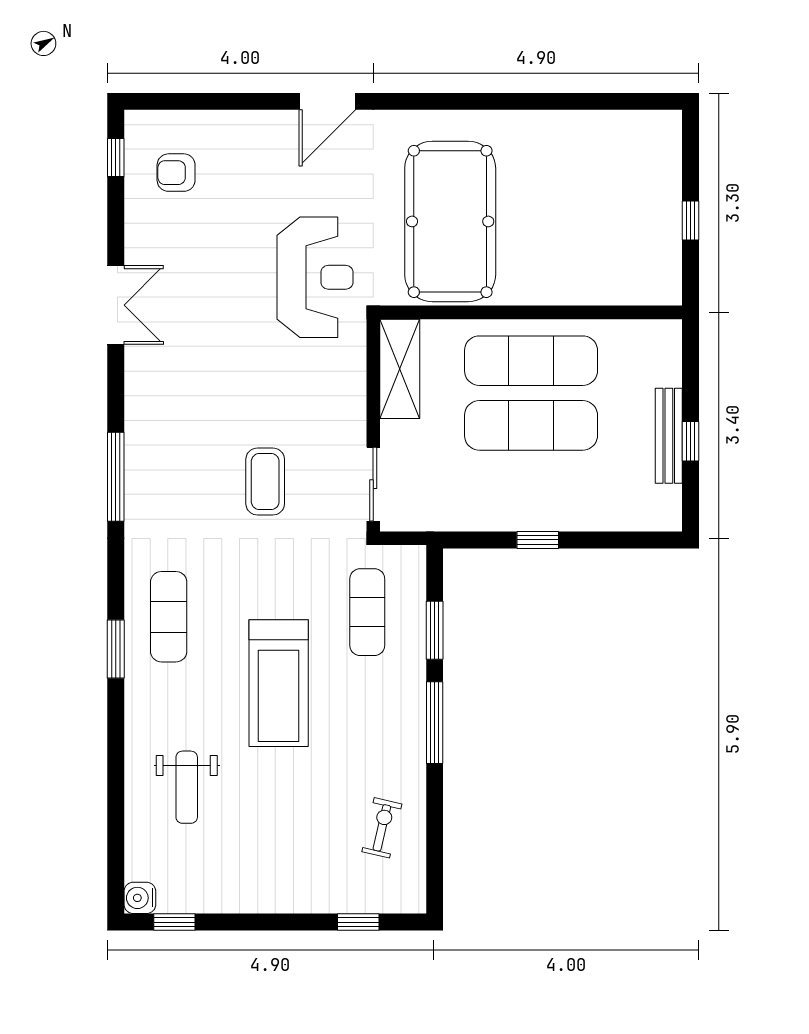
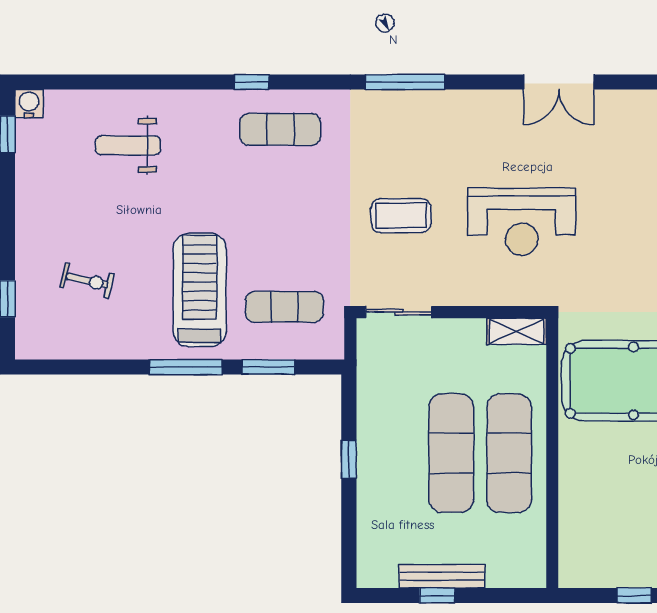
reception desk: (315, 277) -> (522, 222), moved
shelving: (400, 369) -> (517, 331), width x0.67, depth x0.75
window: (116, 649) -> (251, 82), width x0.67
treadmill: (279, 683) -> (200, 290), moved, turned 90
exercise bike: (382, 828) -> (87, 281), moved

